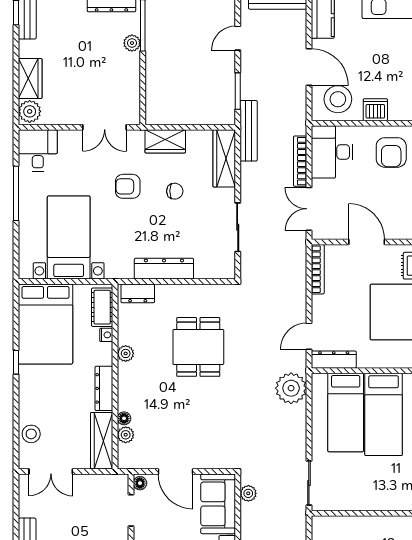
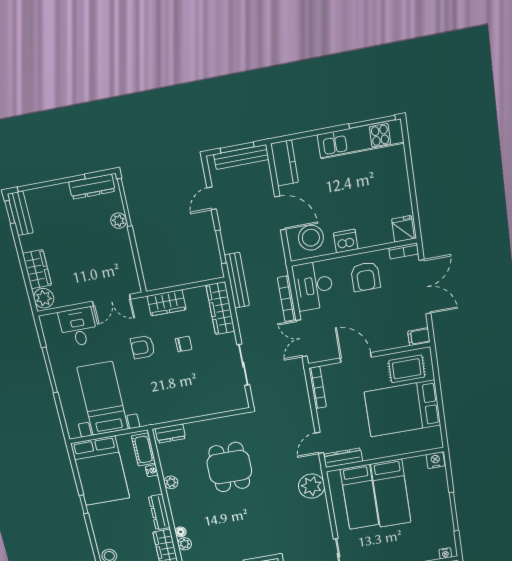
desk: (38, 150) -> (78, 327), moved
dresser: (164, 269) -> (188, 410), removed

